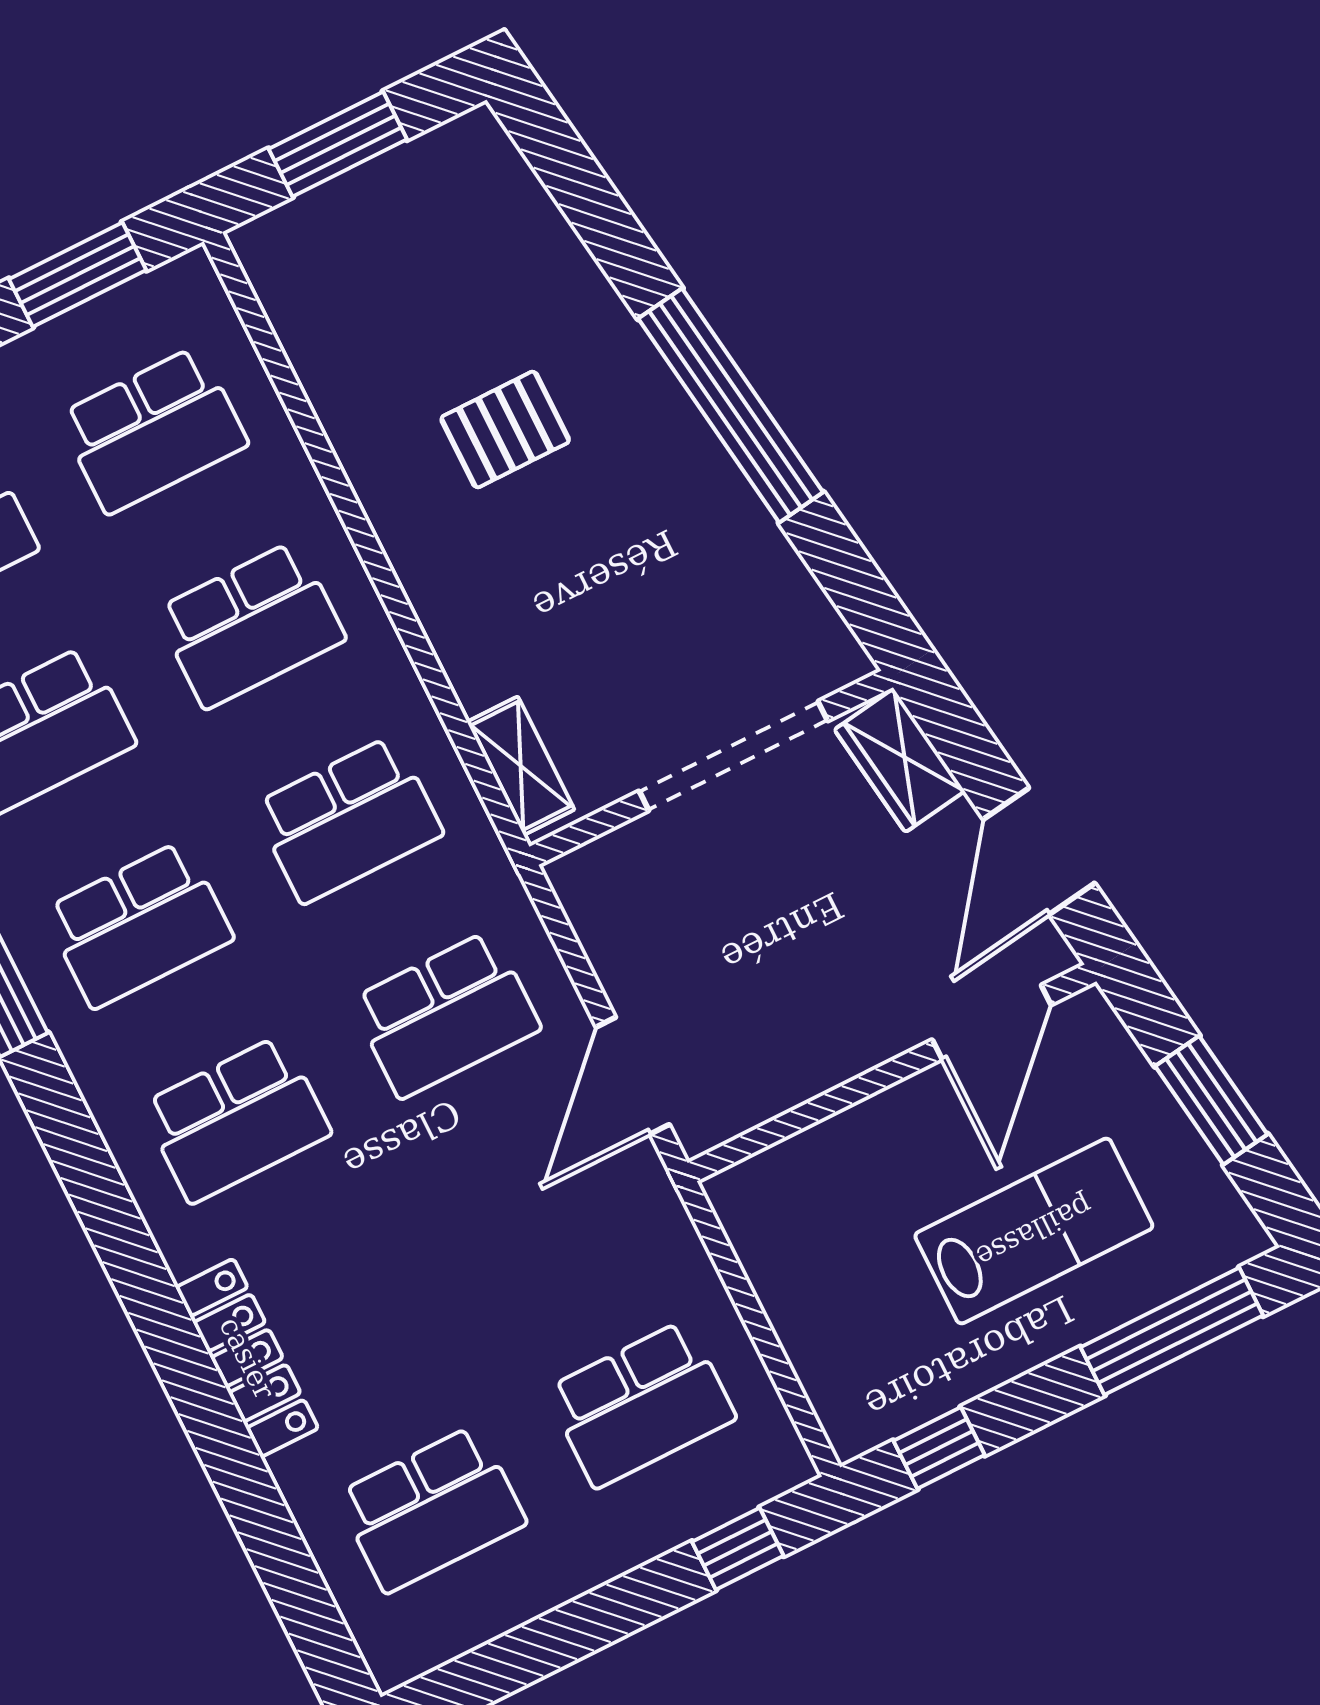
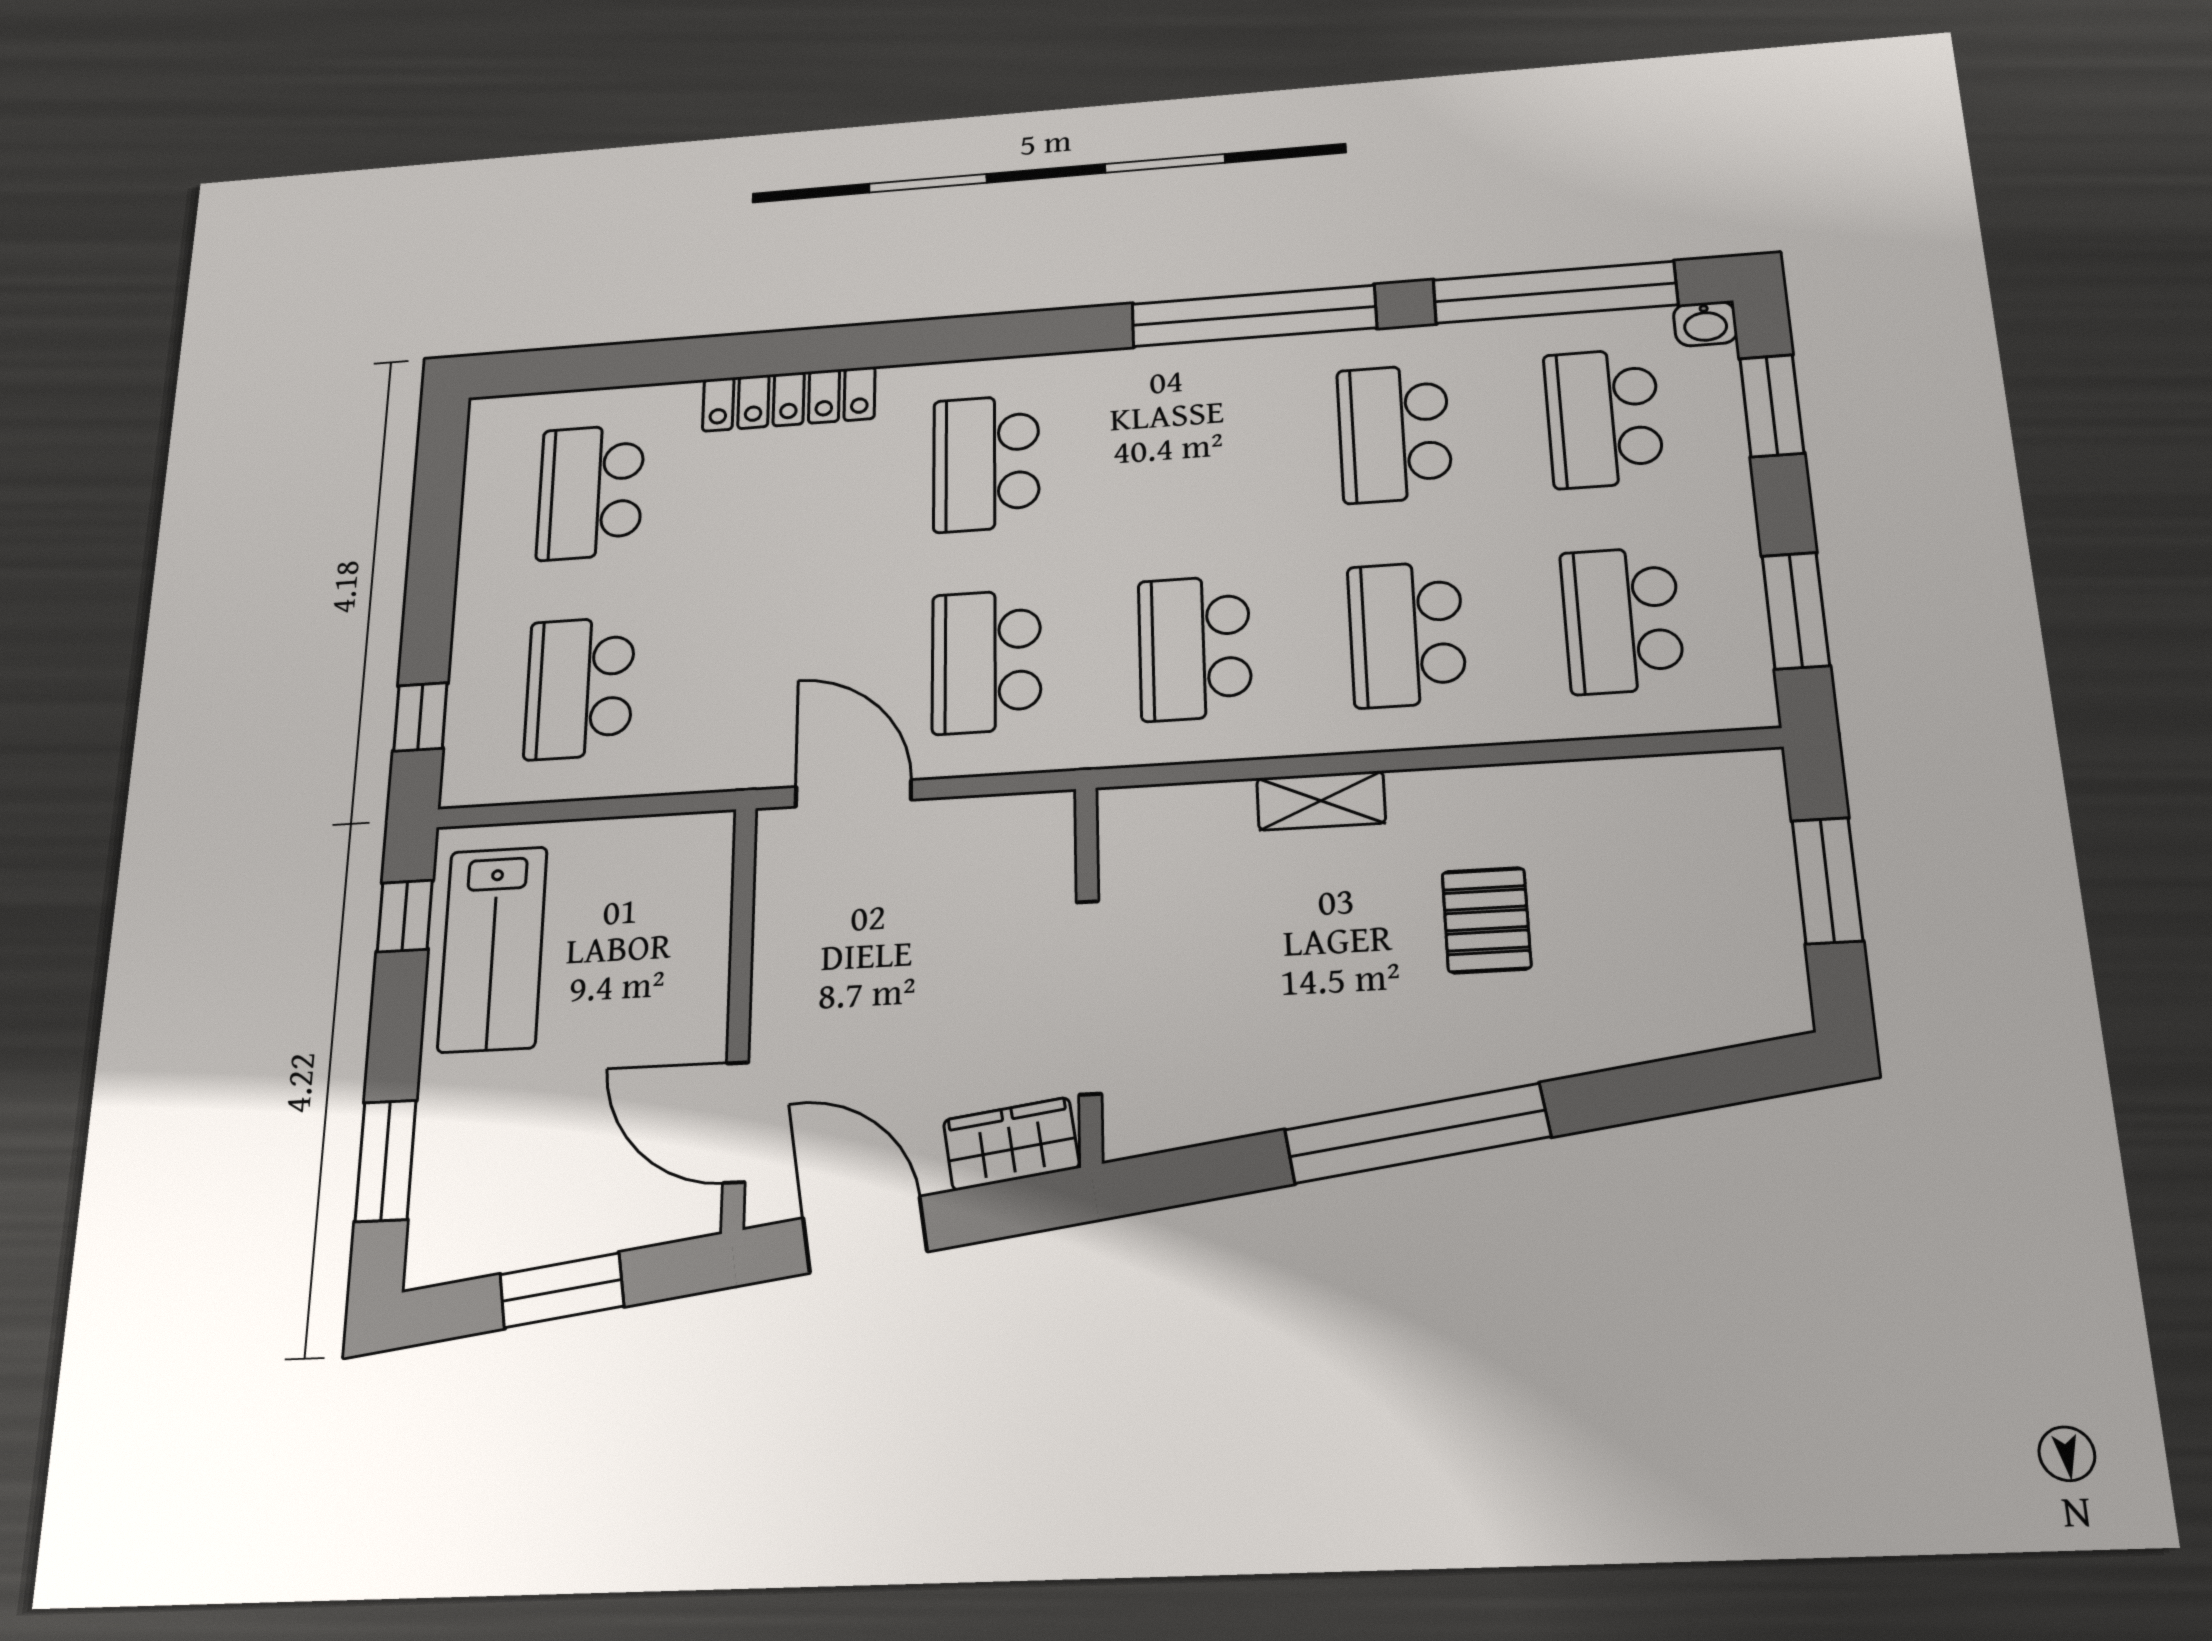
shelving: (521, 766) -> (1321, 801), moved
school desk: (139, 925) -> (1189, 448), removed
lab bench: (1034, 1231) -> (493, 949), moved
window: (1172, 1331) -> (386, 1161), width x0.69

